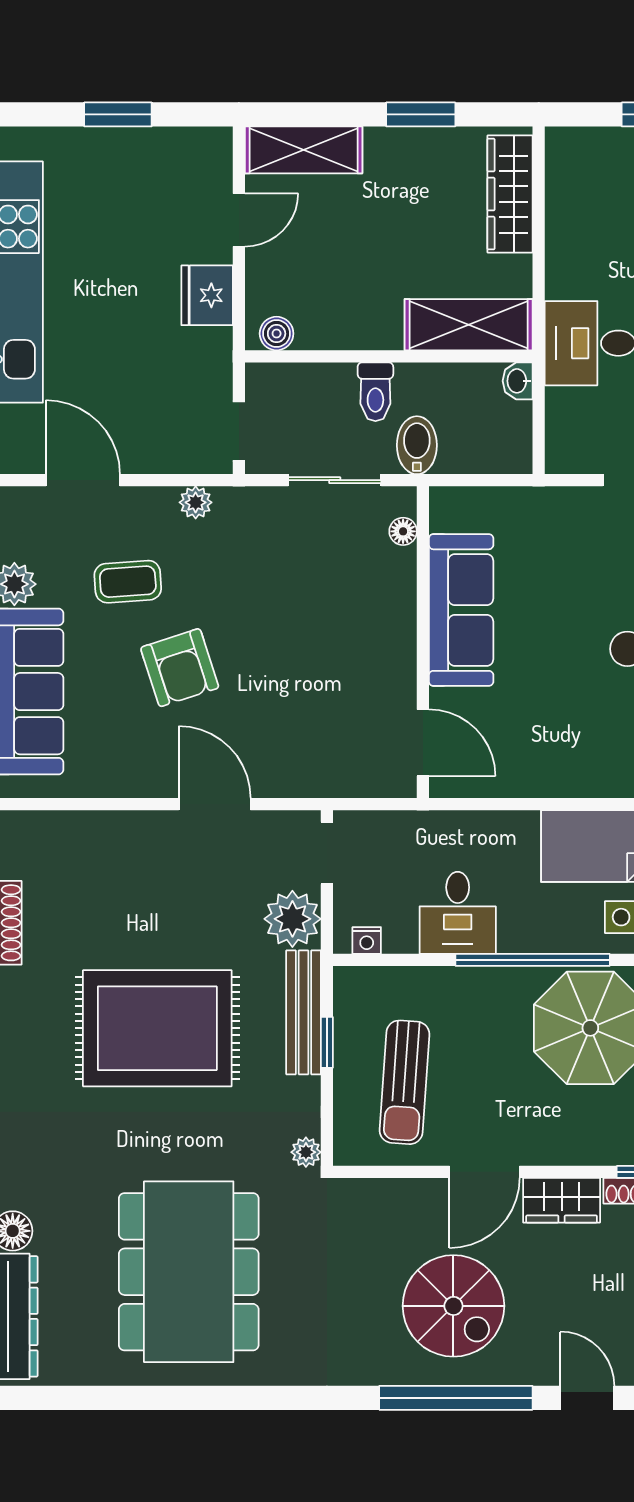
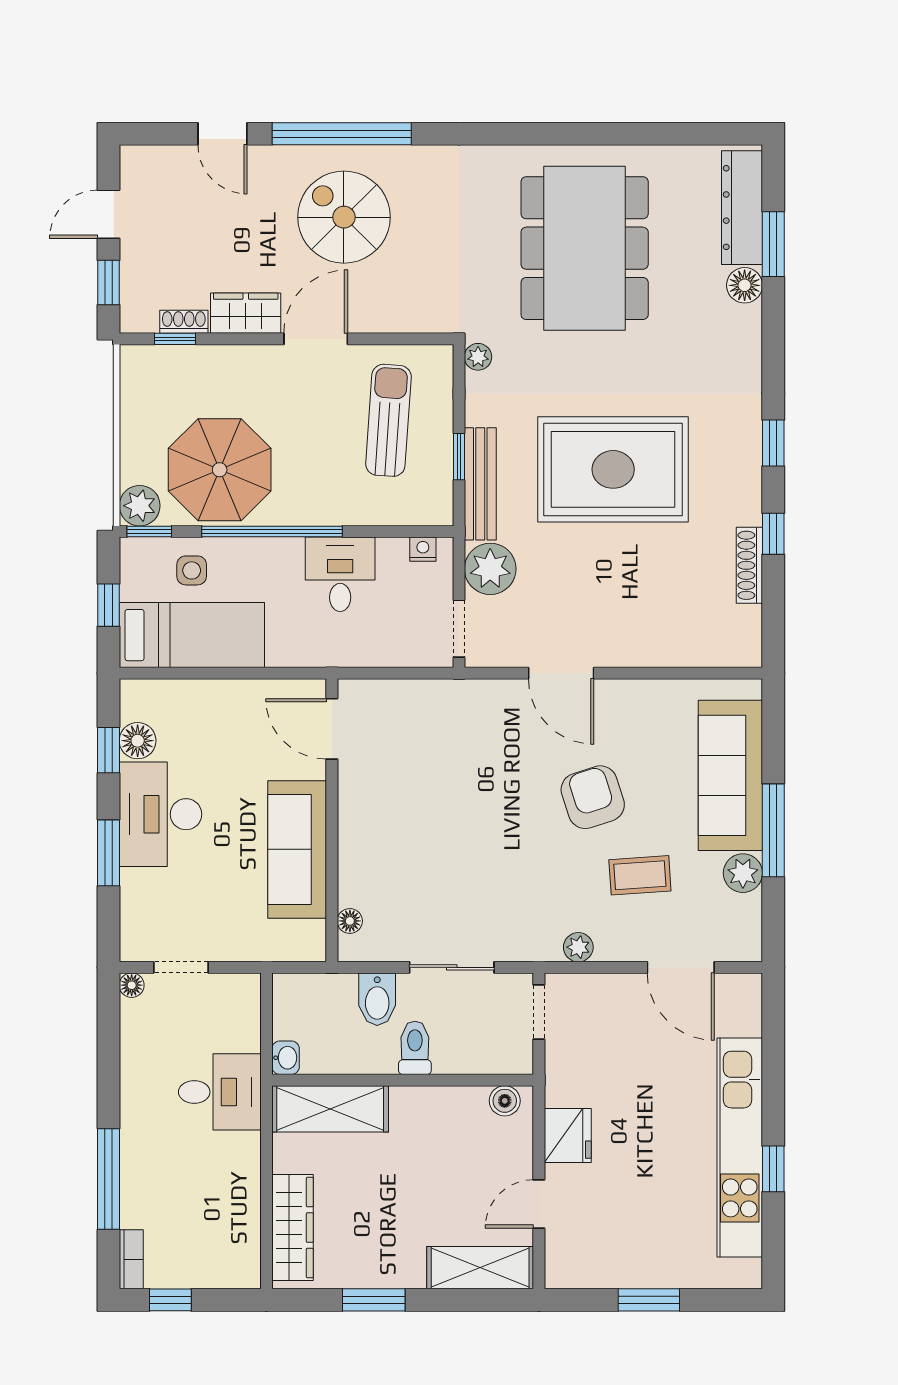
floor lamp: (403, 531) -> (350, 921), moved
sofa: (461, 610) -> (297, 849), moved
wall: (423, 642) -> (332, 820), moved
door: (423, 743) -> (332, 729), moved

